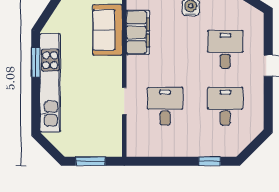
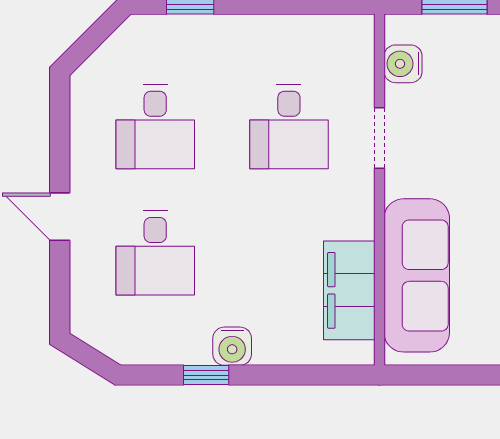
sofa: (108, 30) -> (417, 275), width x1.36
water cooler: (114, 134) -> (403, 64), added

